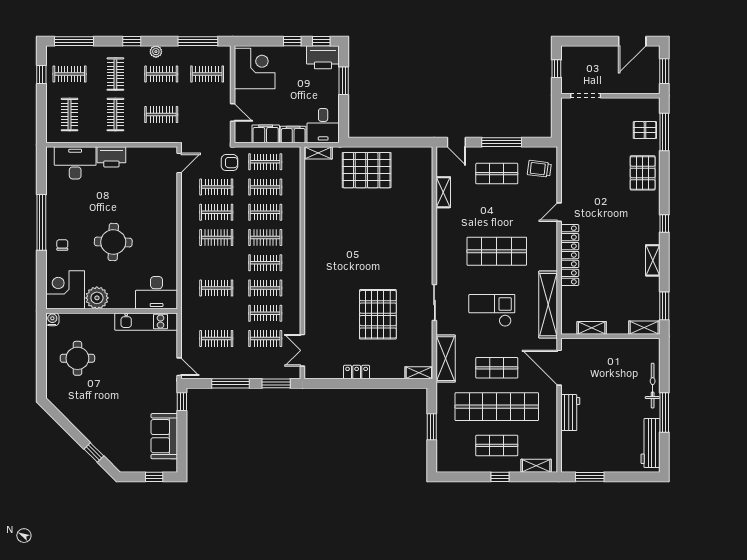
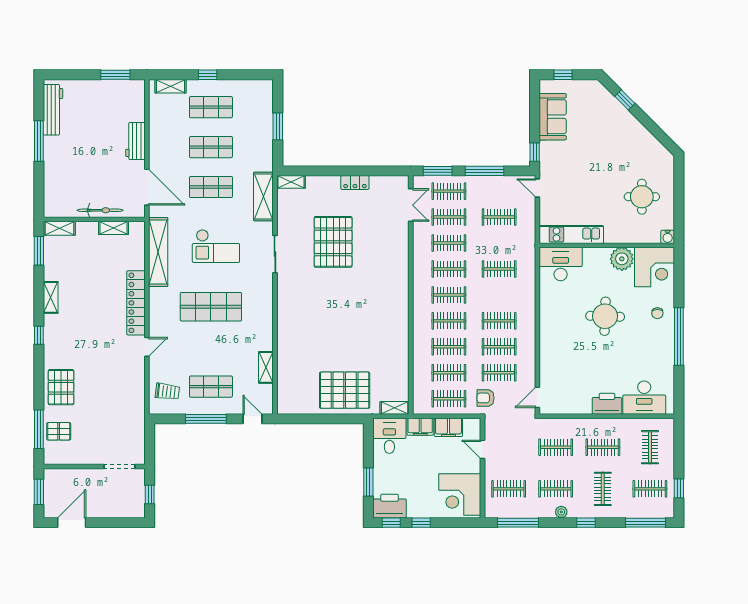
clothes rail: (115, 115) -> (603, 447), turned 90
clothes rail: (265, 364) -> (449, 191), added
bicycle: (653, 386) -> (100, 210), moved, turned -90
shop shelf: (497, 407) -> (211, 147), width x0.50, depth x0.74

